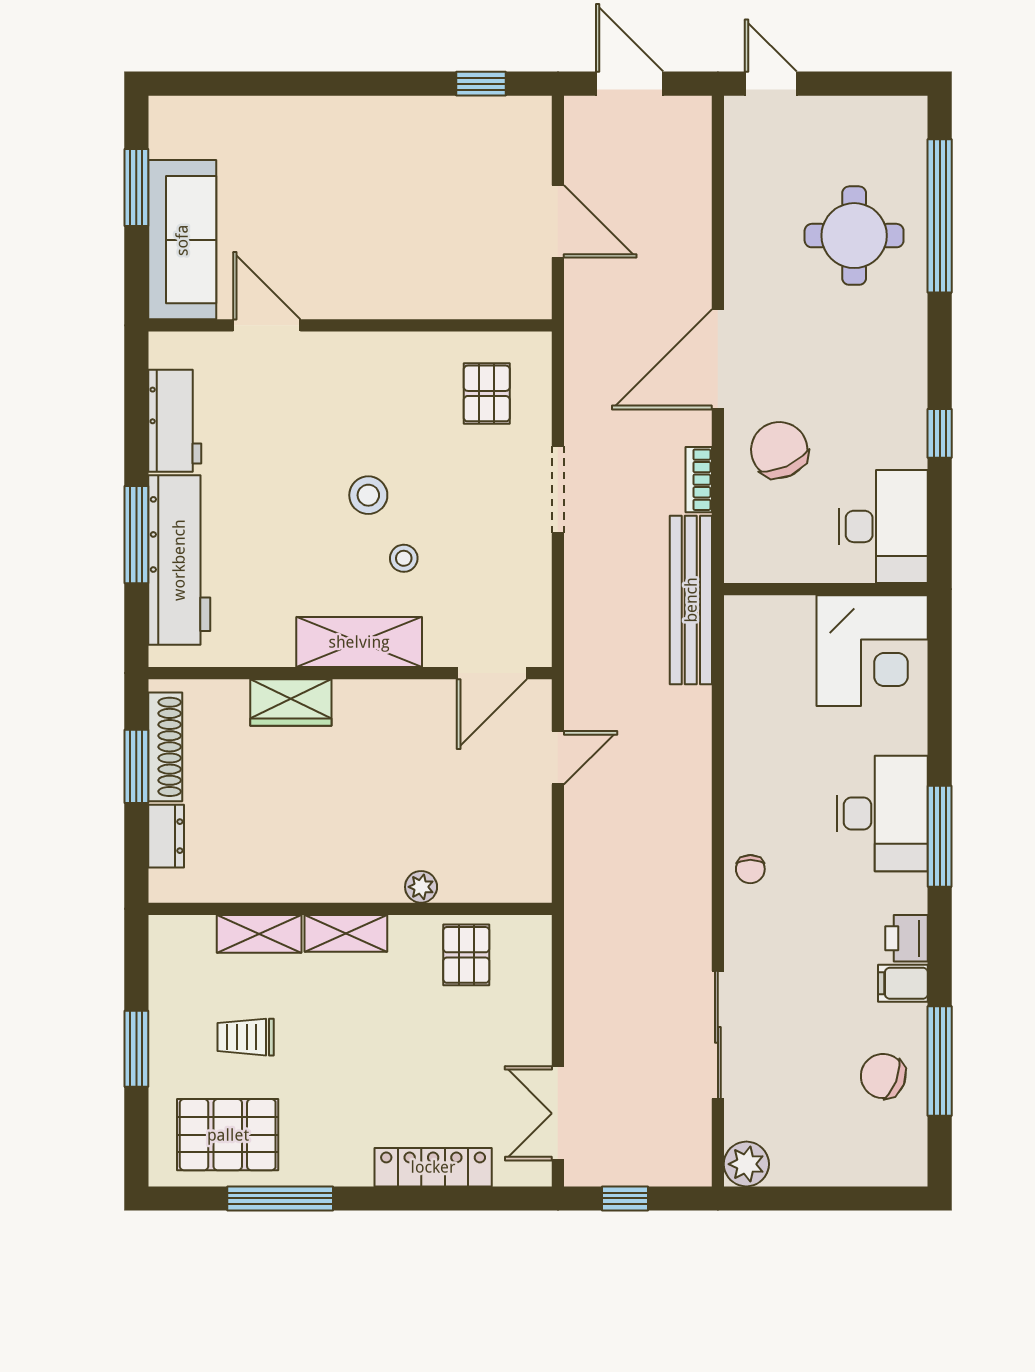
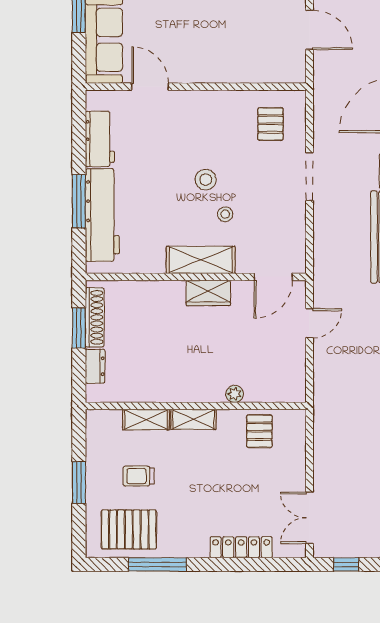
wardrobe: (291, 702) -> (208, 293), moved

